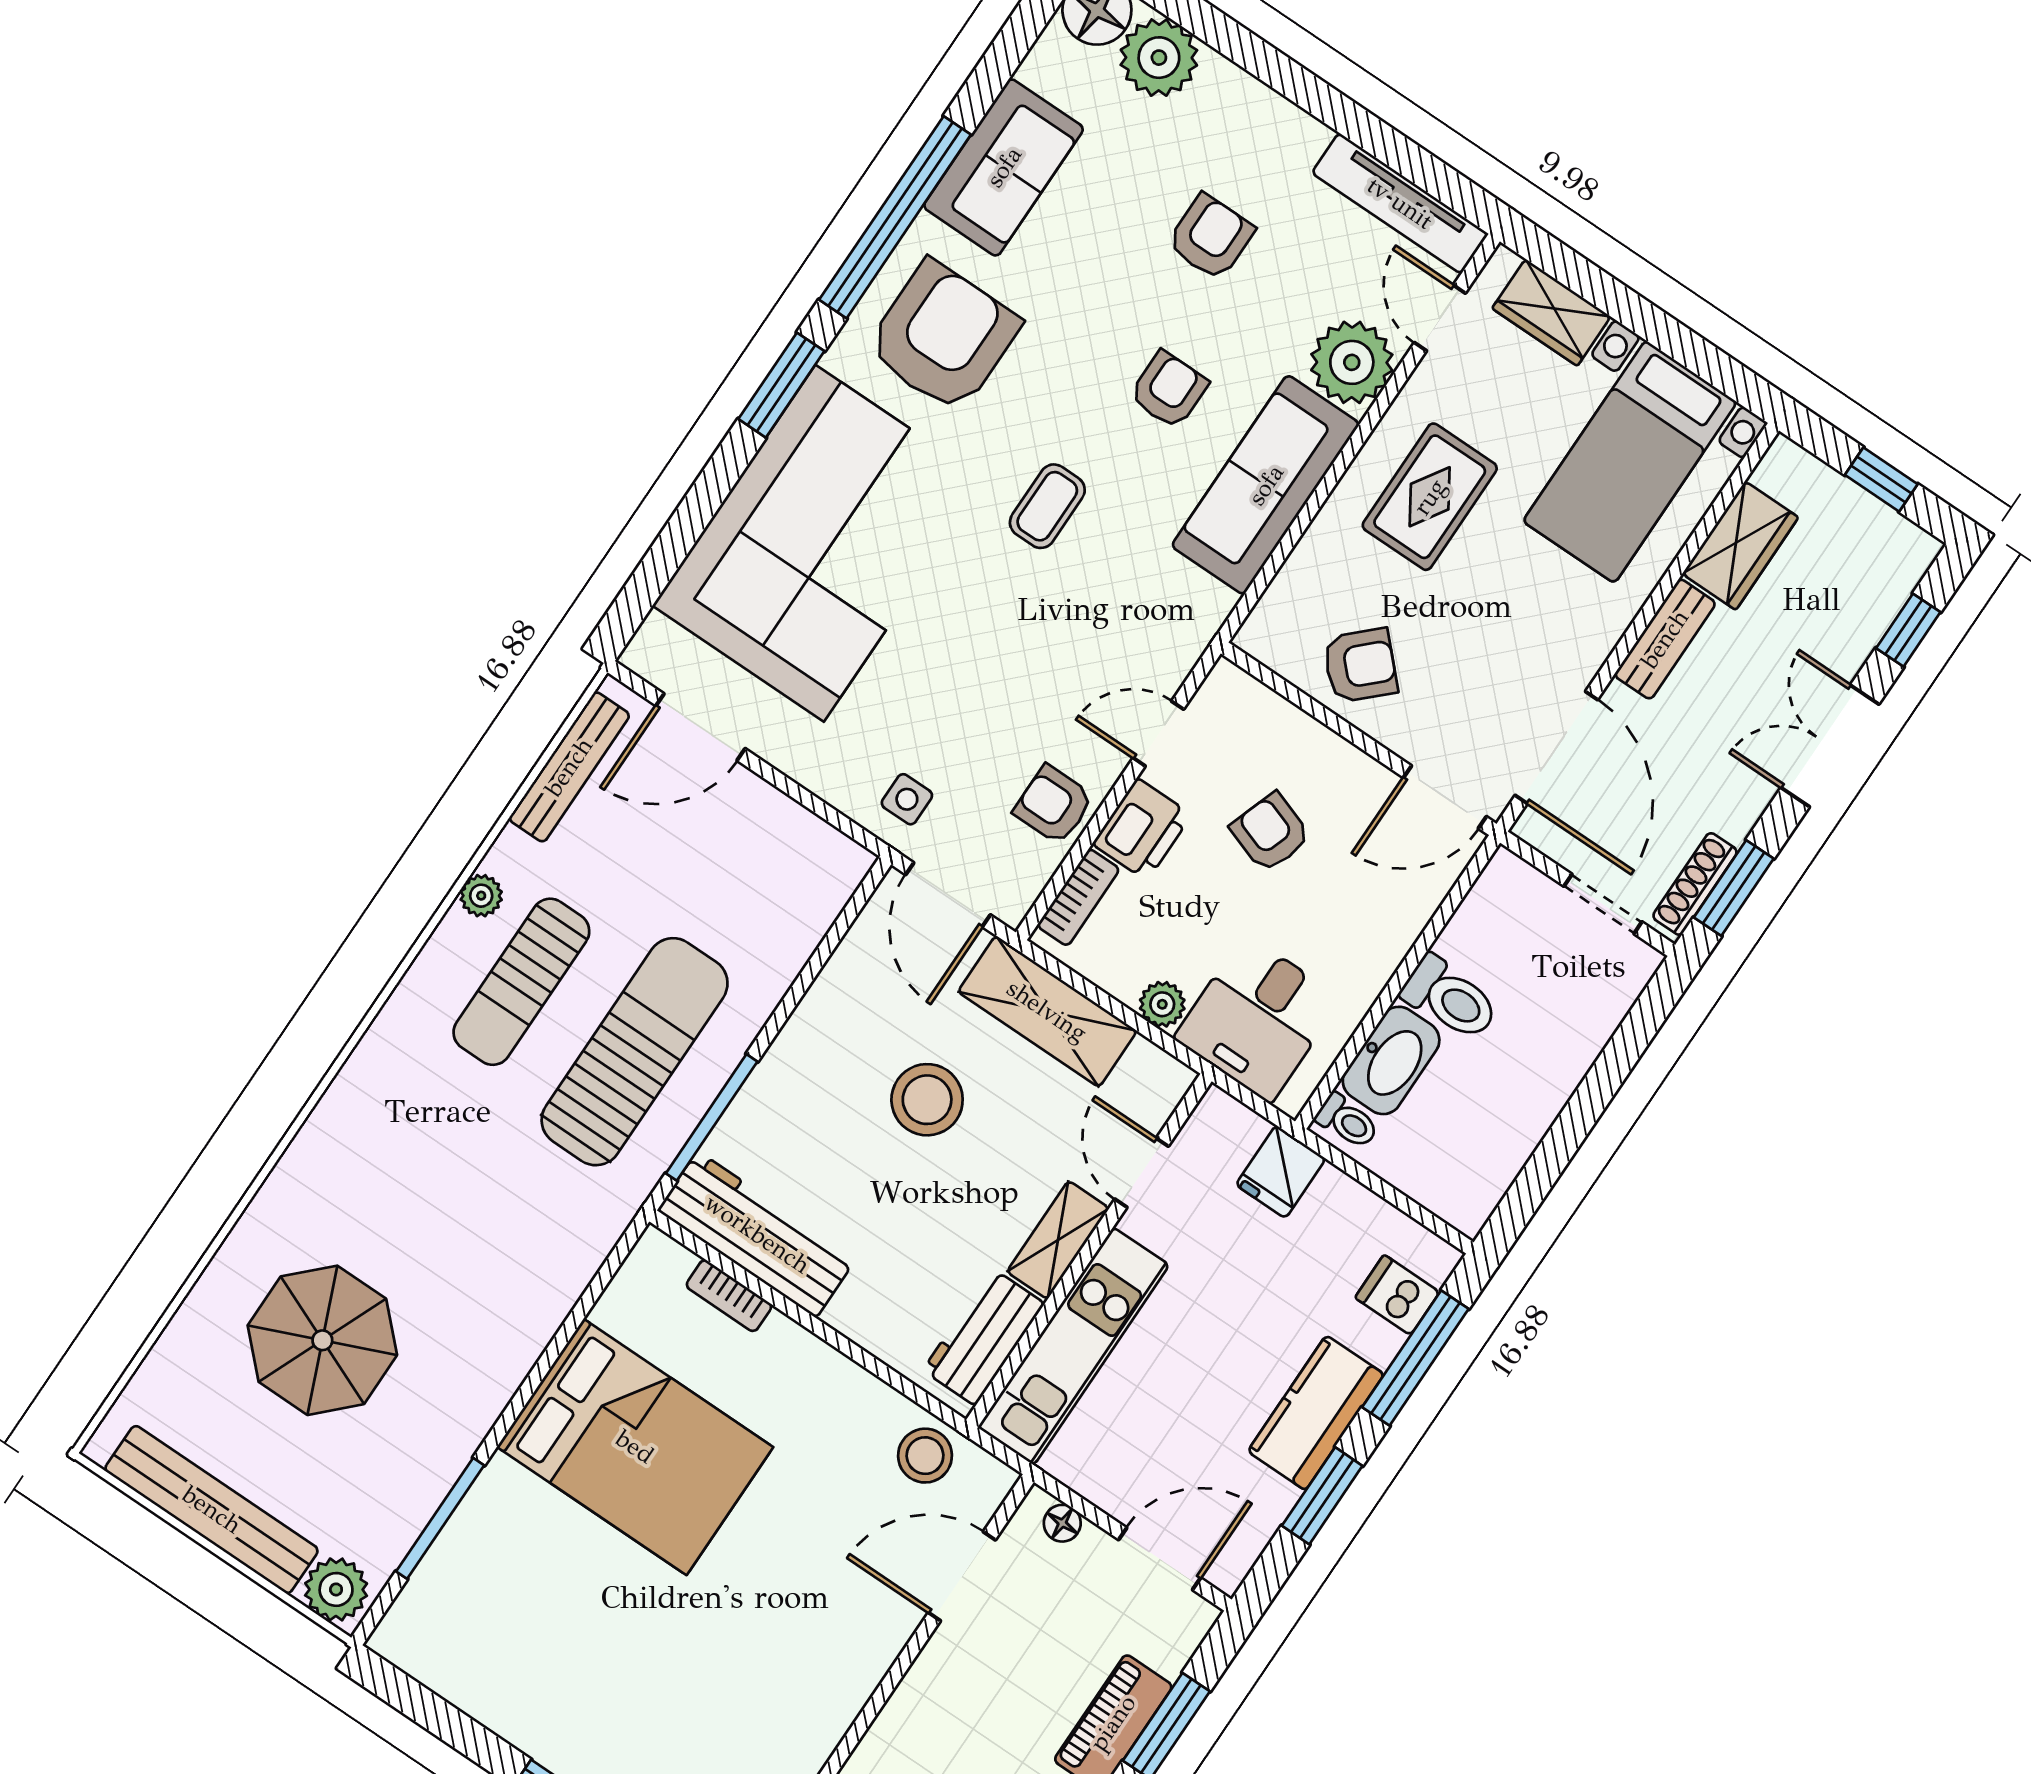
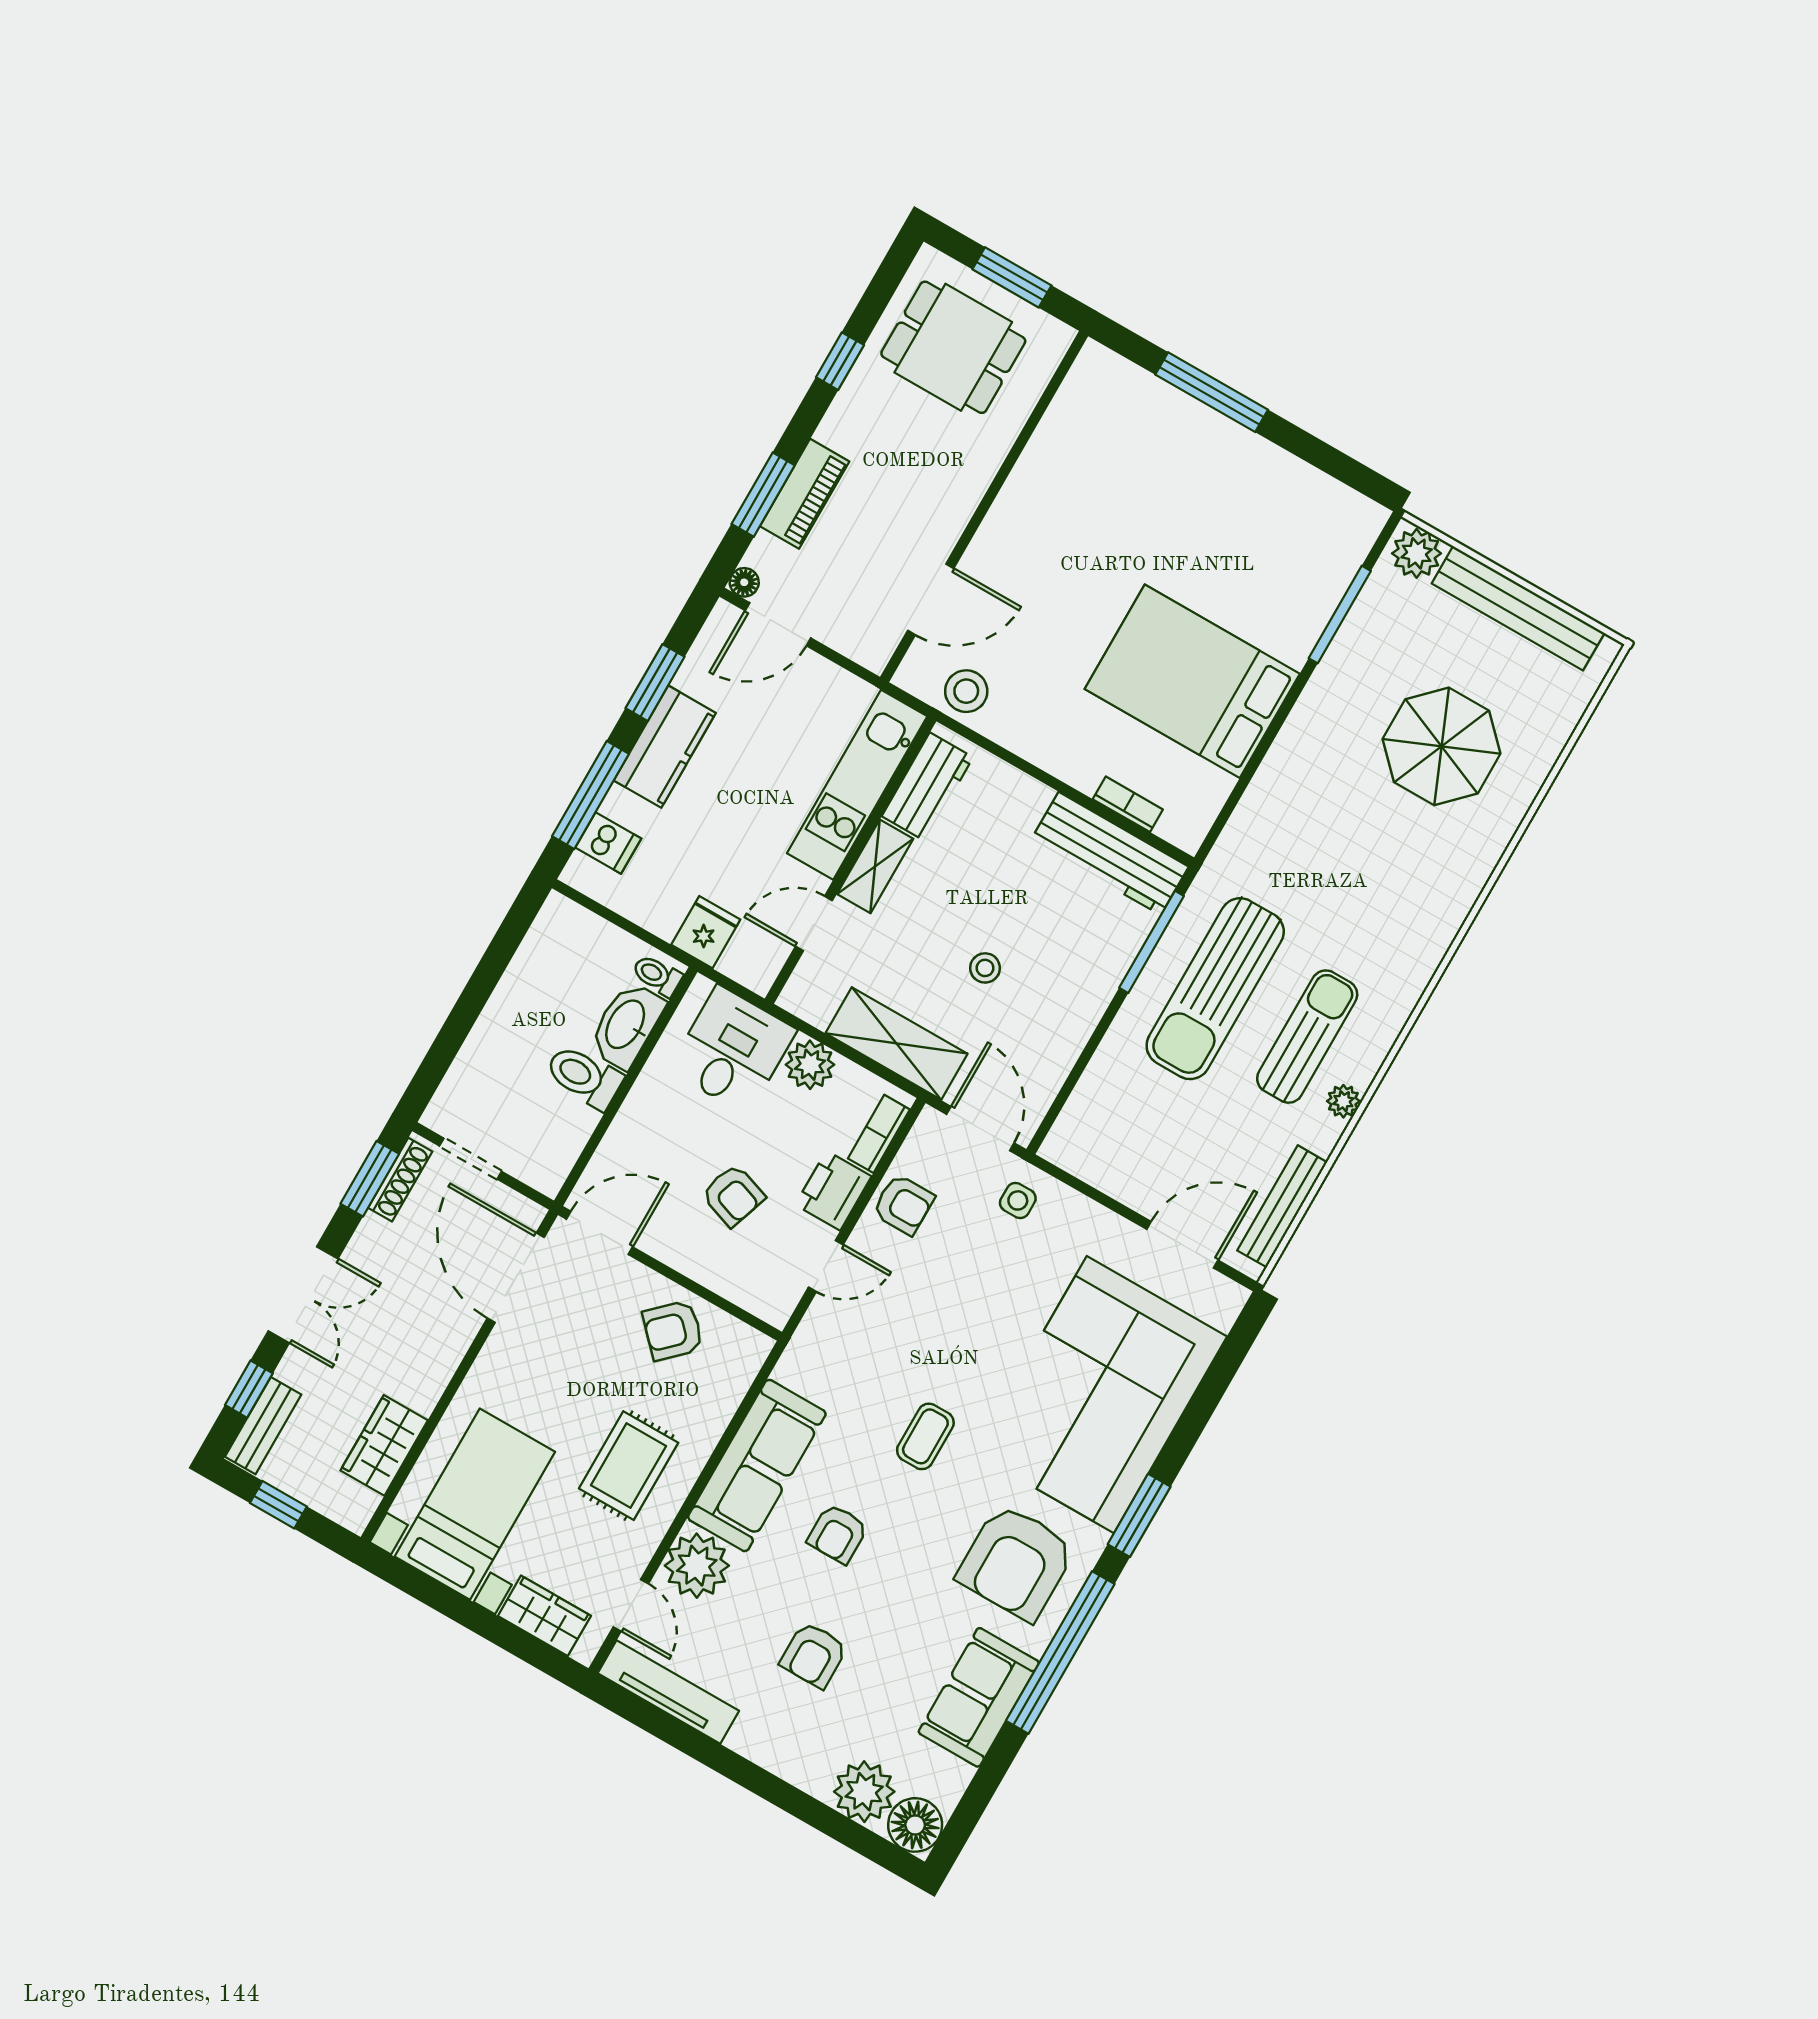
bench: (1665, 639) -> (263, 1426), moved
plant: (1162, 1004) -> (810, 1065), width x1.38, depth x1.38
stool: (927, 1100) -> (985, 968), width x0.53, depth x0.53
door: (1142, 1173) -> (814, 923), swing flipped
floor lamp: (1062, 1523) -> (744, 582), moved

